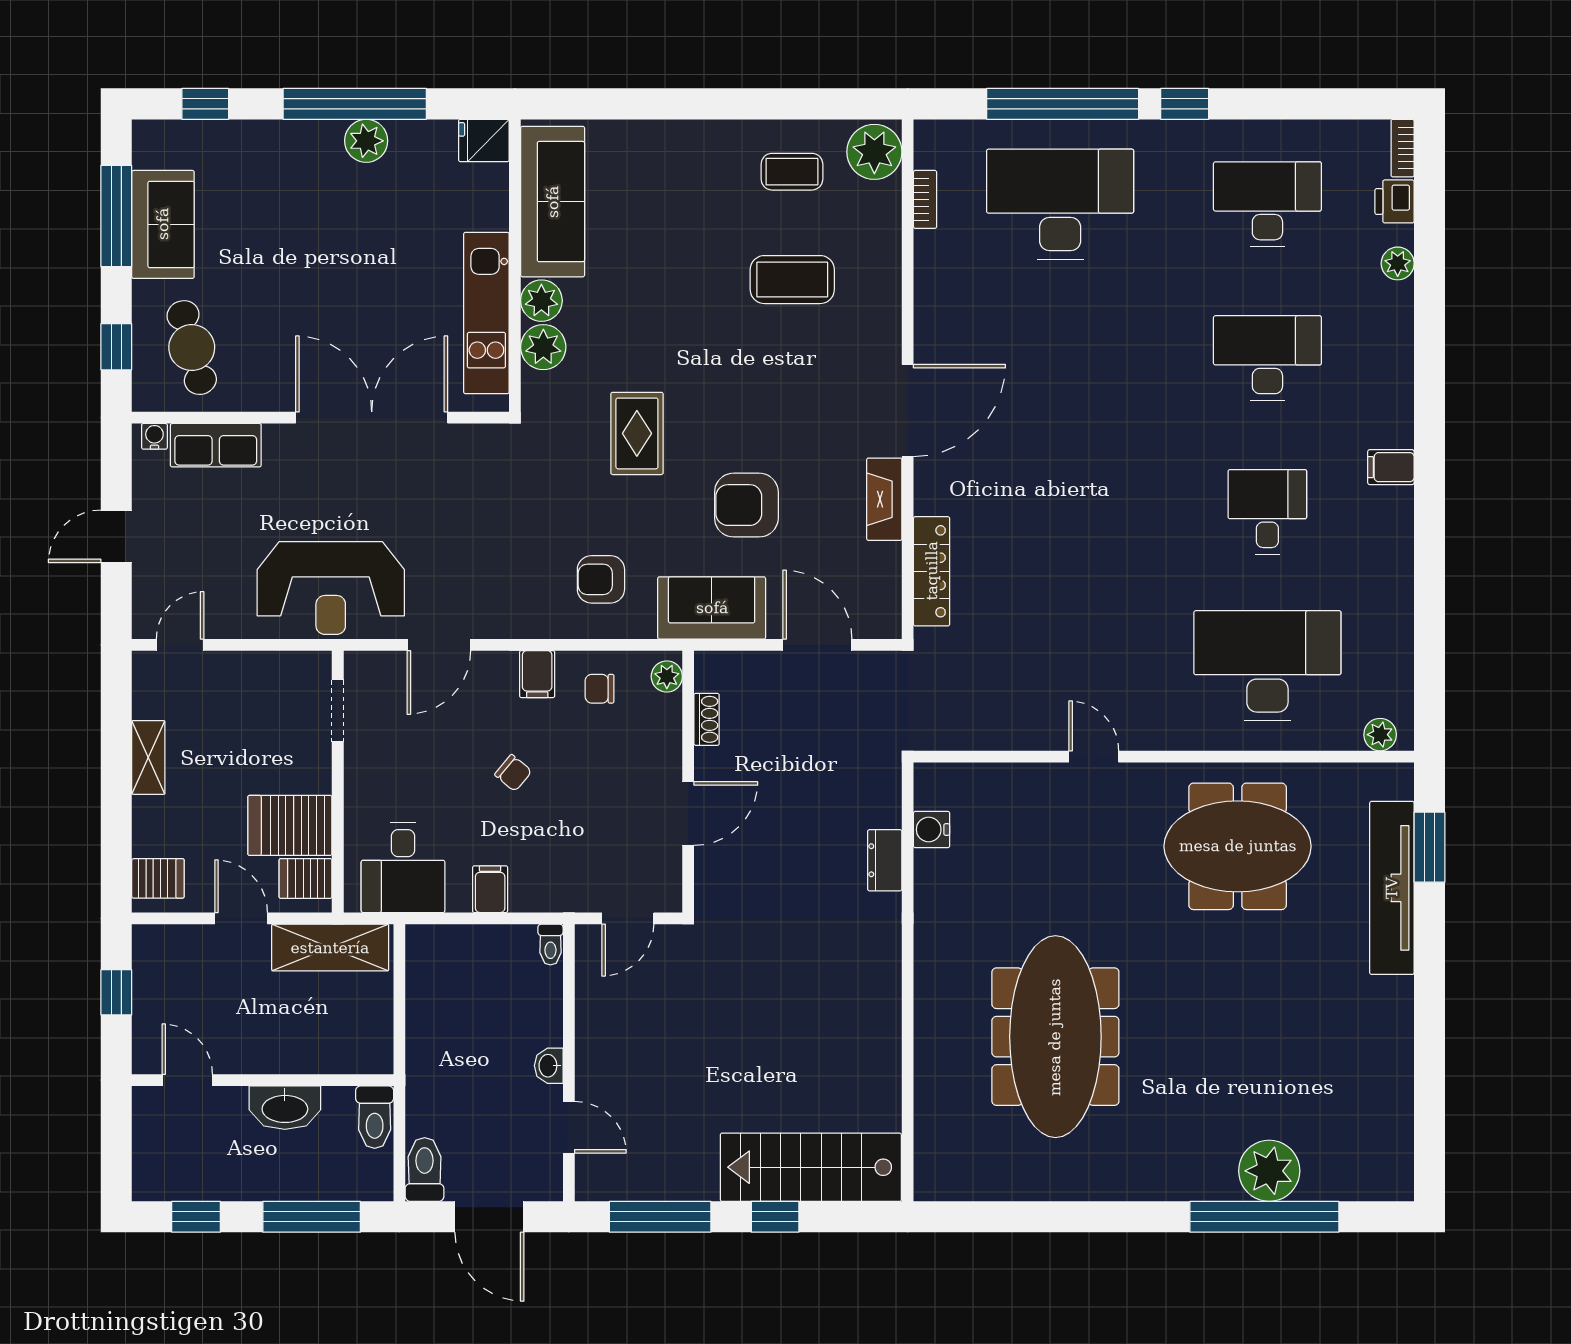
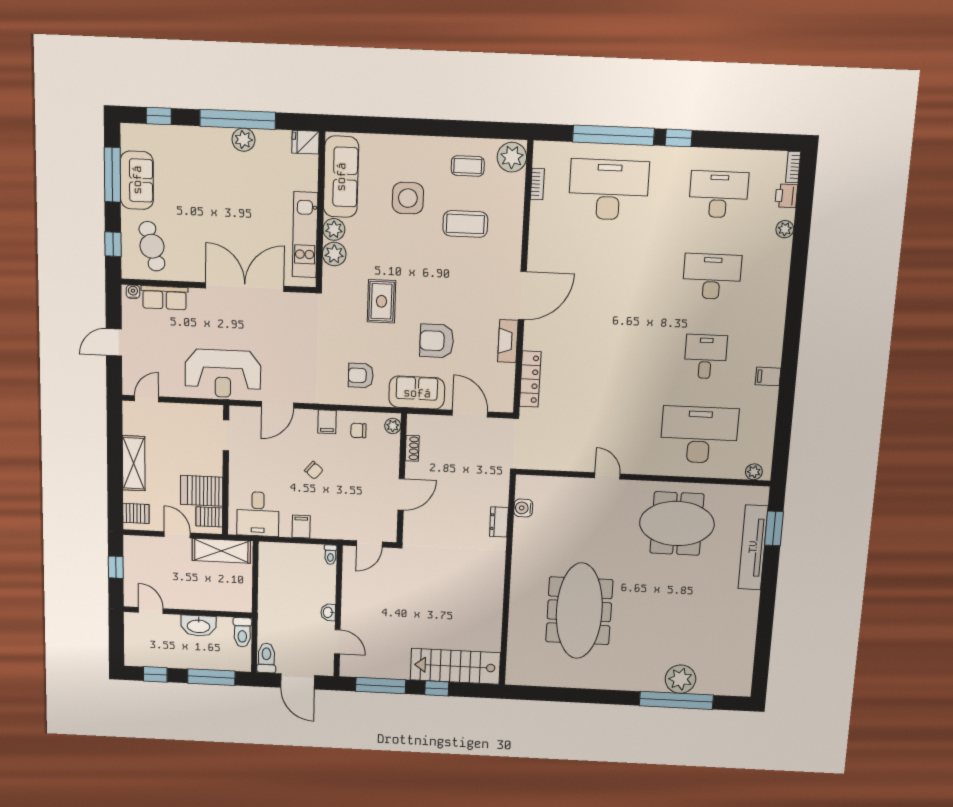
side table: (681, 236) -> (408, 198), added
filing cabinet: (1391, 467) -> (768, 376), moved
shelving: (148, 757) -> (134, 463), width x1.50, depth x1.33

